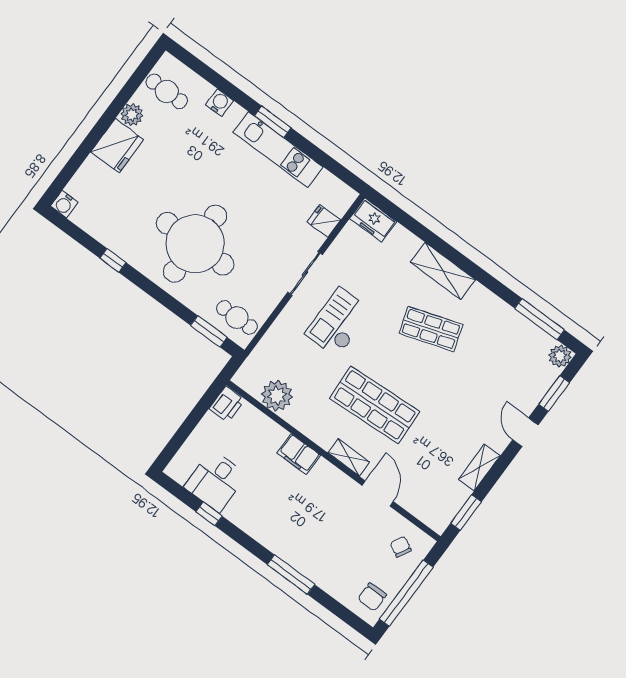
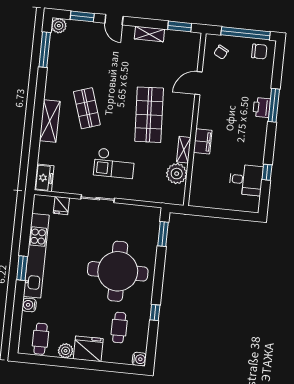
kitchen unit: (278, 150) -> (36, 256), width x1.36
cafe table: (237, 318) -> (119, 328), moved
printer: (227, 404) -> (262, 108), moved, turned -90
door: (525, 432) -> (114, 20), hinge flipped
shelving: (349, 457) -> (184, 150), moved

